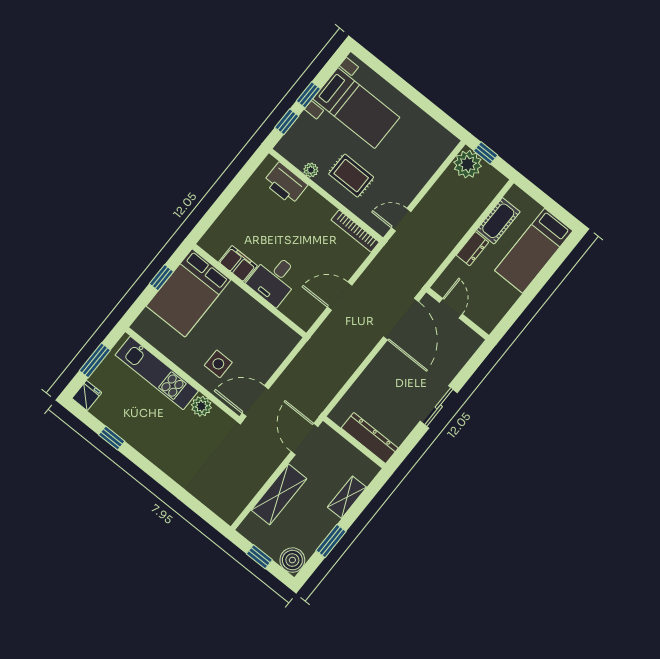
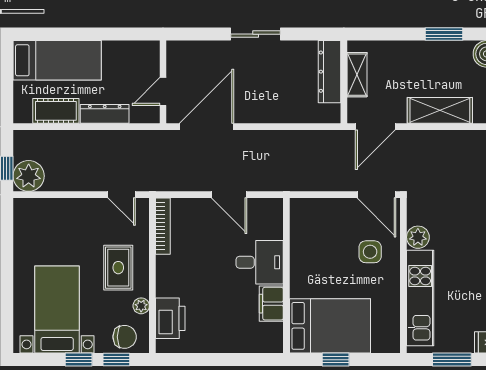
chair: (298, 141) -> (125, 337), added
dresser: (472, 249) -> (105, 114), width x1.44
shelving: (347, 497) -> (357, 75), moved, turned 90

